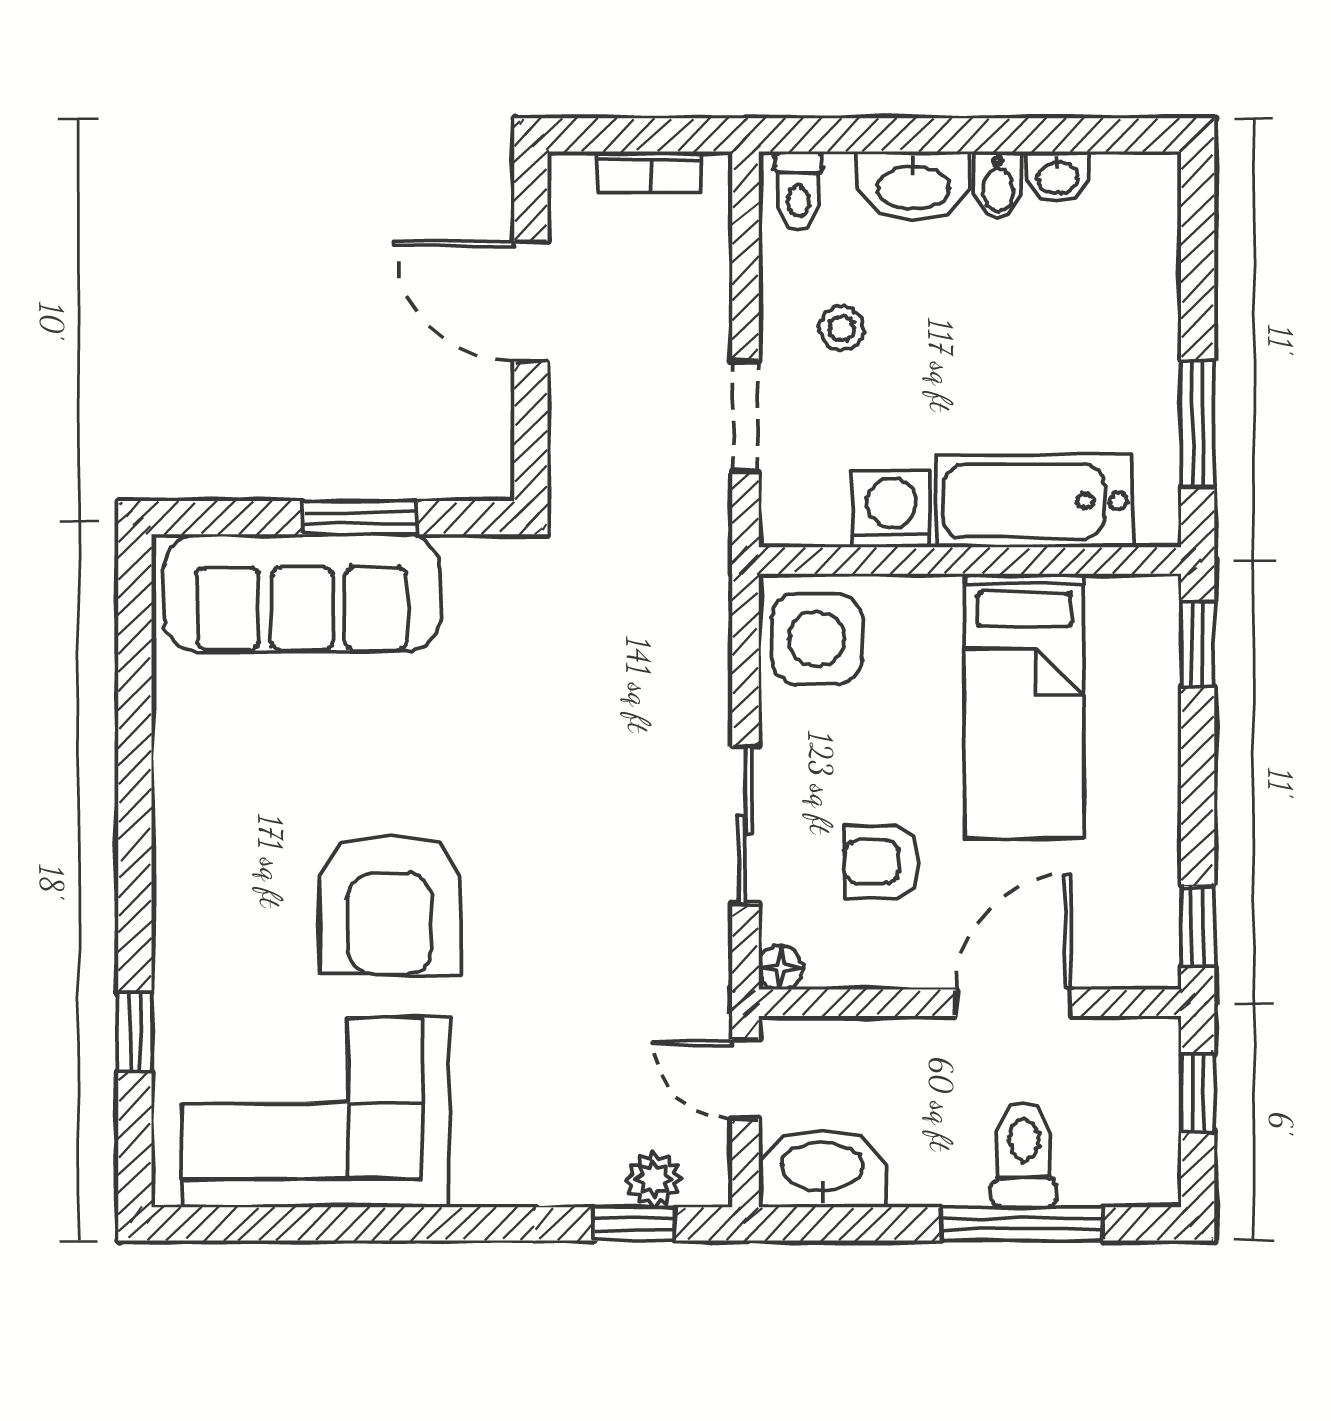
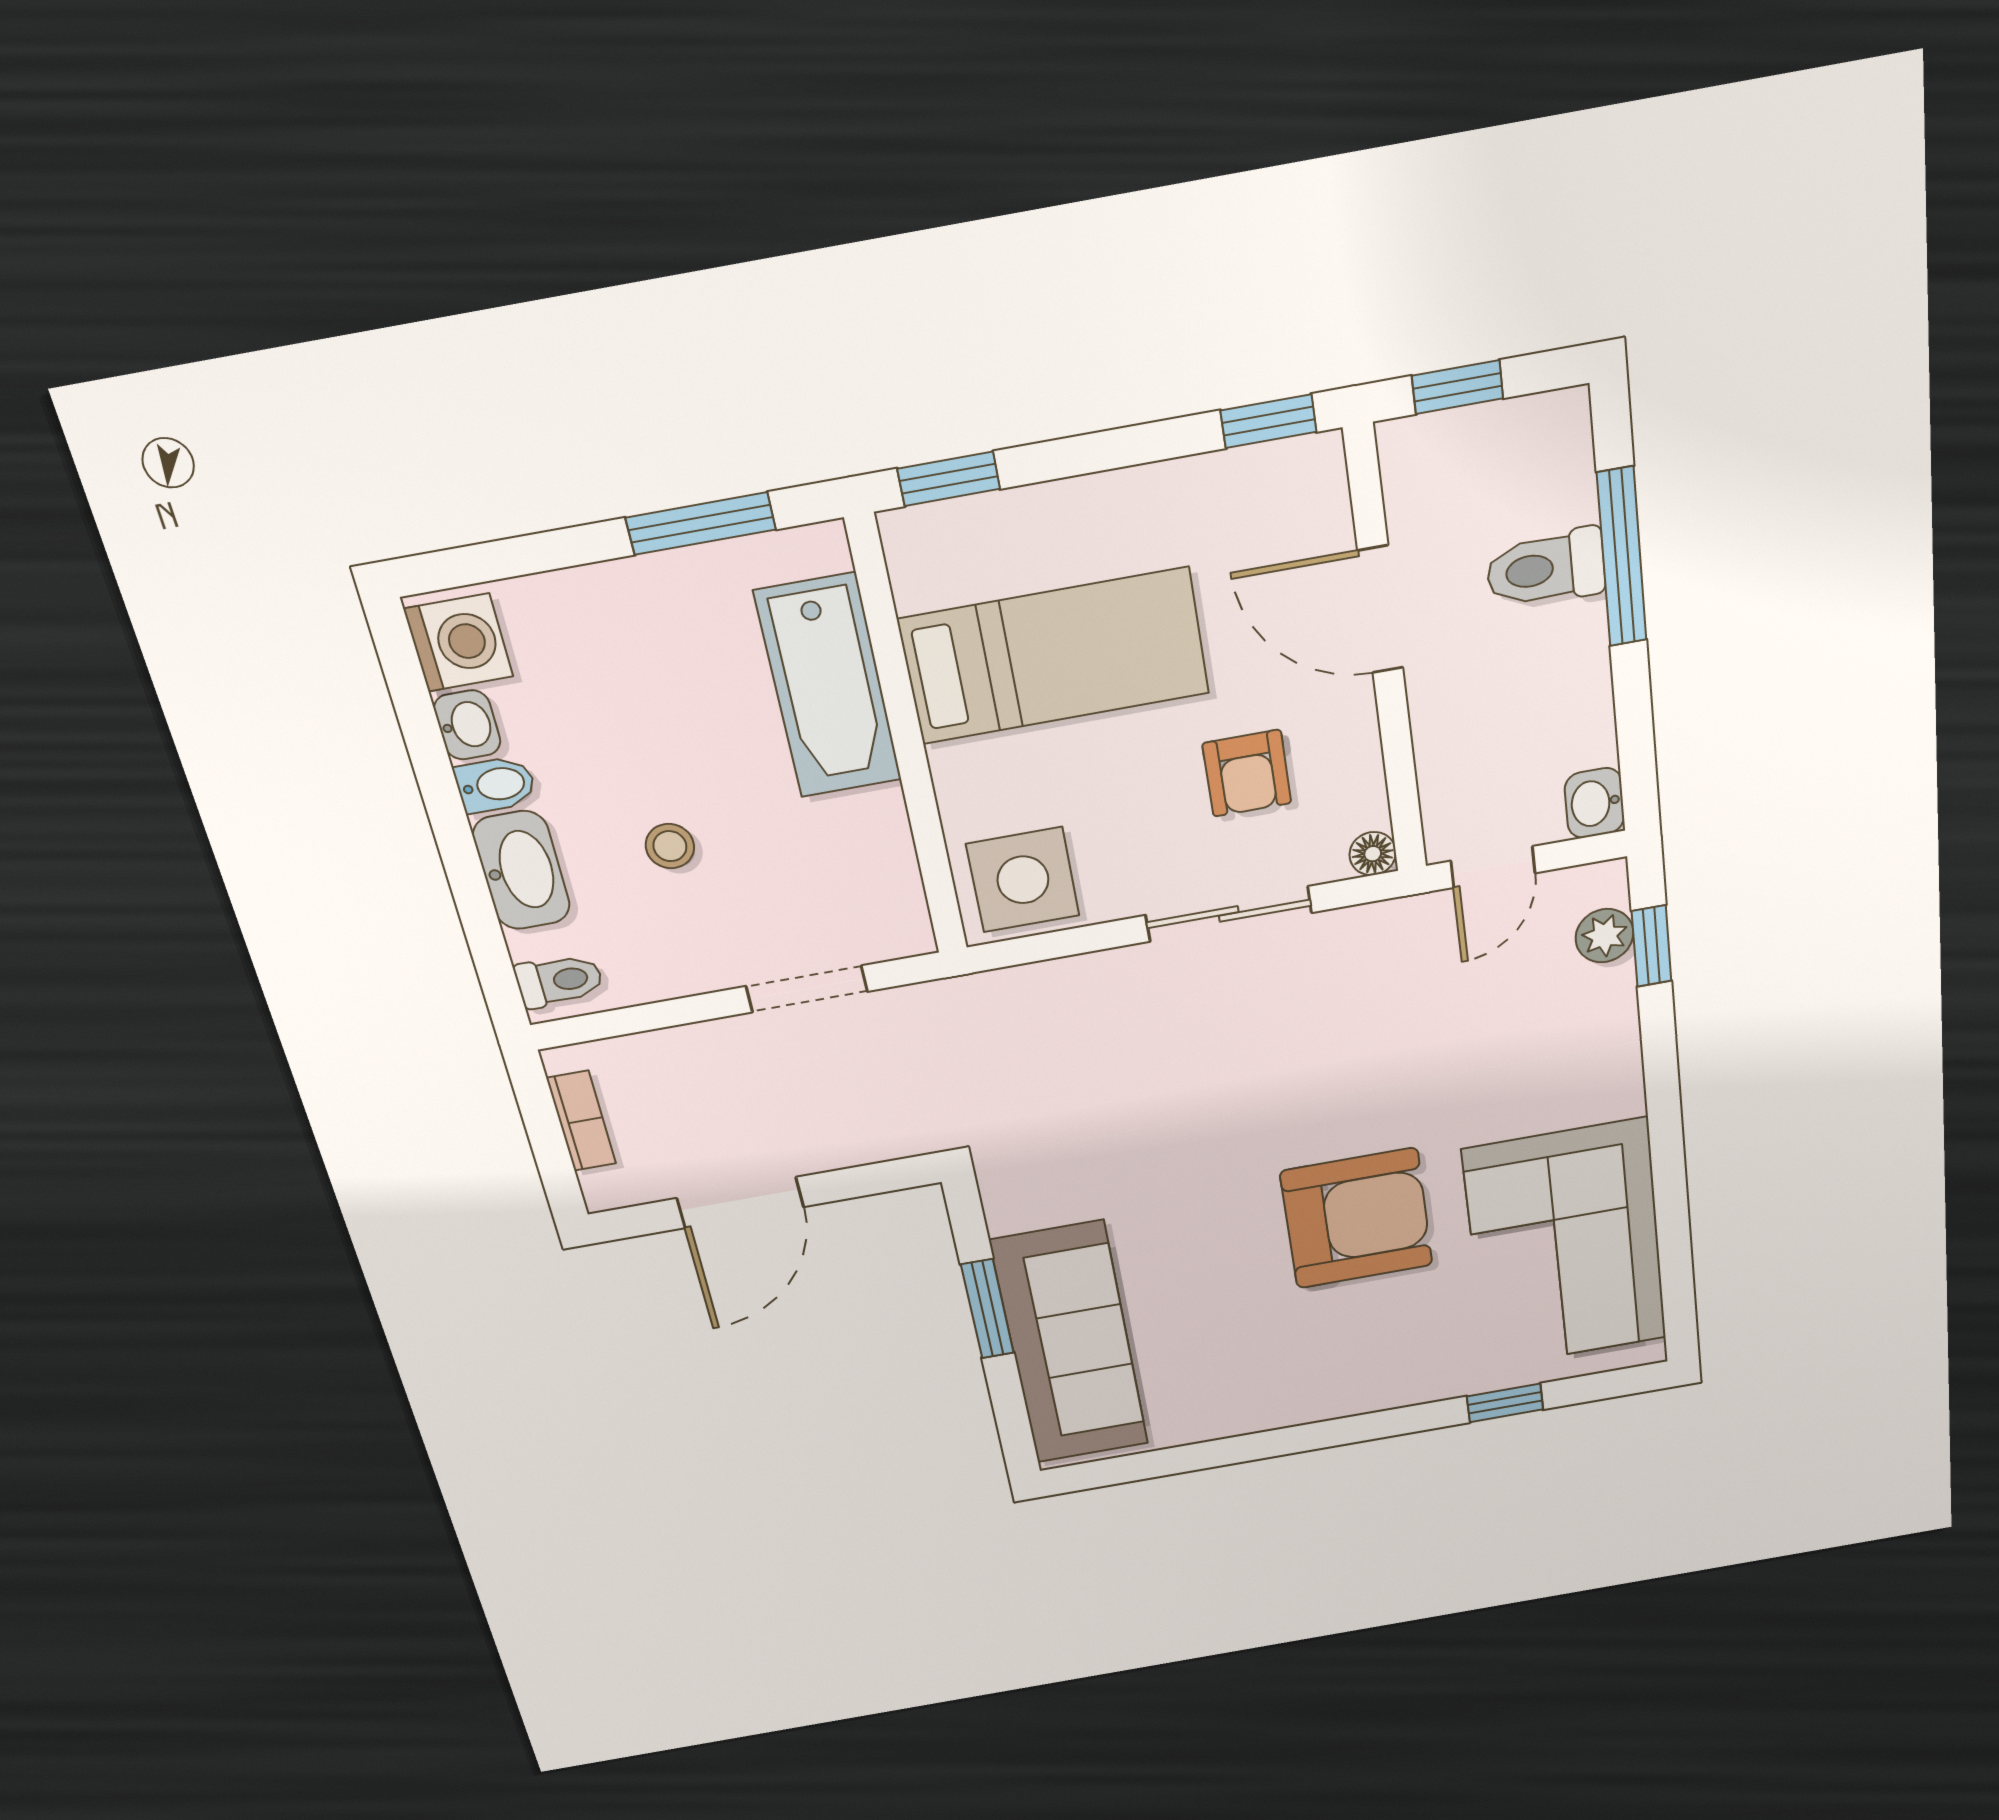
stool: (842, 328) -> (670, 846), moved
washing machine: (891, 509) -> (458, 643), moved, turned 180
washbasin: (822, 1169) -> (1595, 803), width x0.52, depth x0.69

